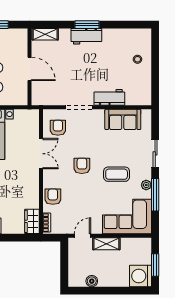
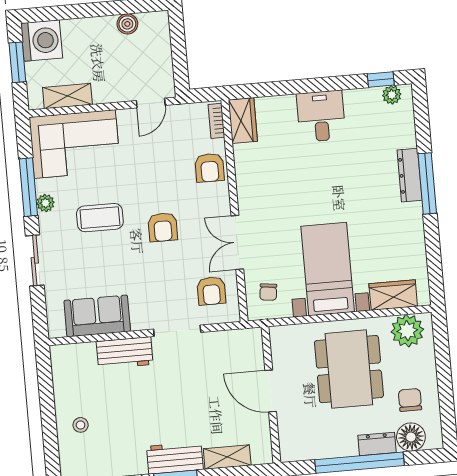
shelving: (45, 34) -> (227, 457), moved
chair: (26, 124) -> (268, 292), added
shelving: (106, 244) -> (67, 96), moved

